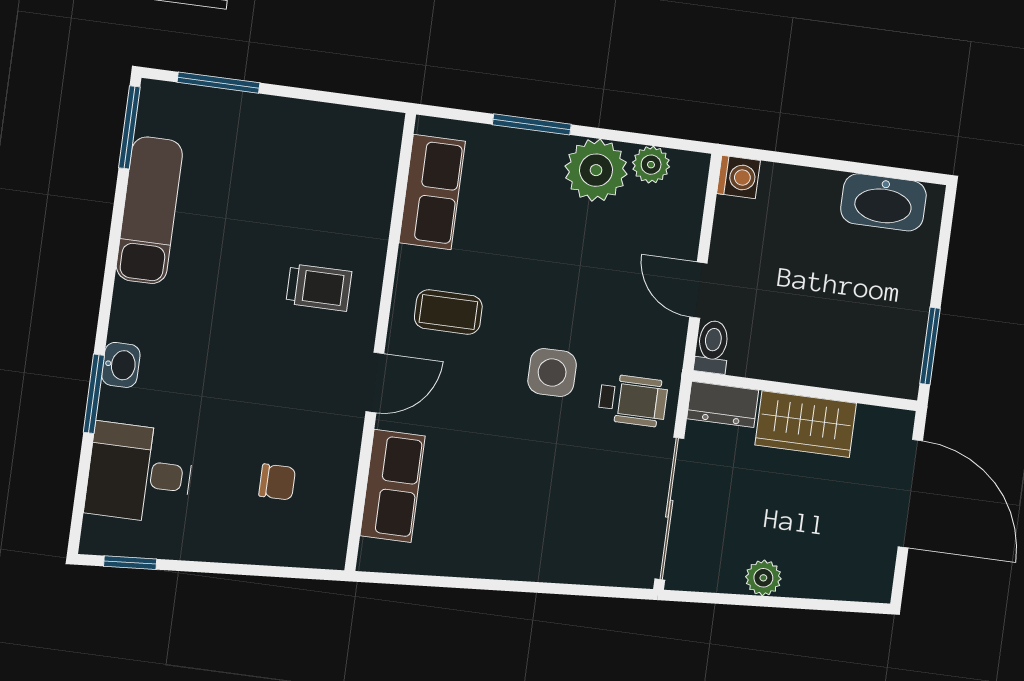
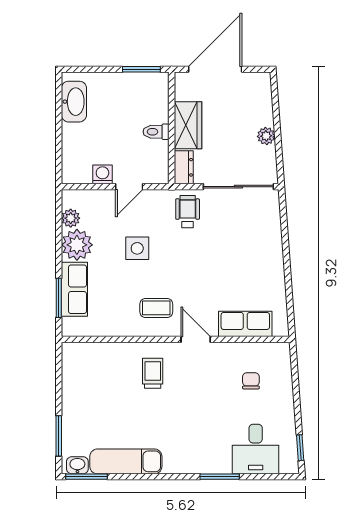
window: (532, 124) -> (59, 298), moved
washing machine: (739, 177) -> (102, 174), moved
row of seats: (432, 192) -> (74, 289), moved, turned 90
coffee table: (448, 312) -> (156, 308), turned 90
toilet: (712, 347) -> (156, 132), moved
washbasin: (121, 365) -> (77, 465), moved
side table: (552, 372) -> (137, 248), moved

